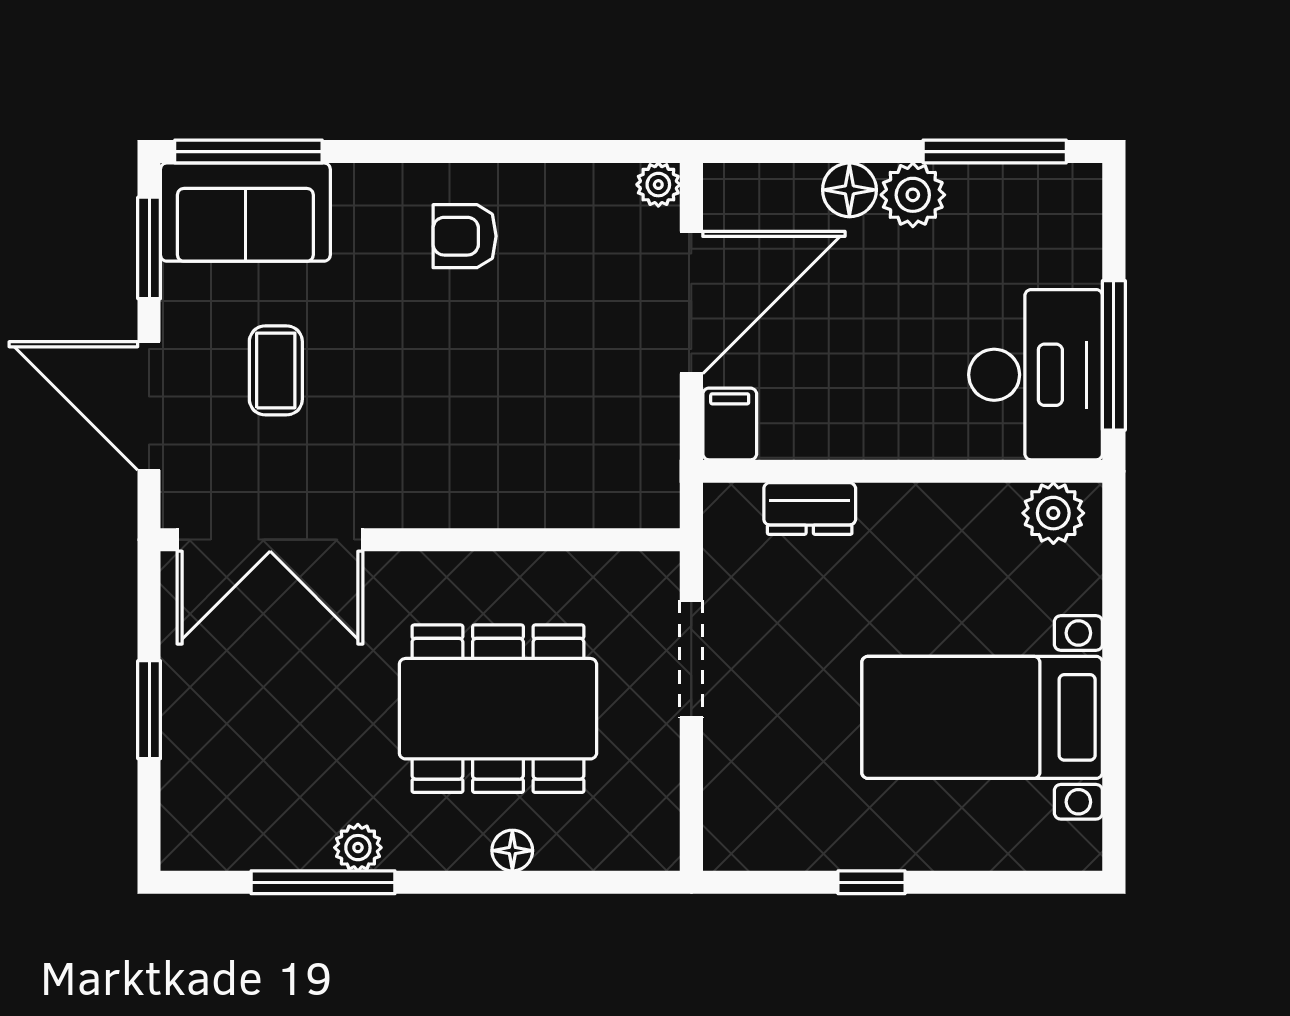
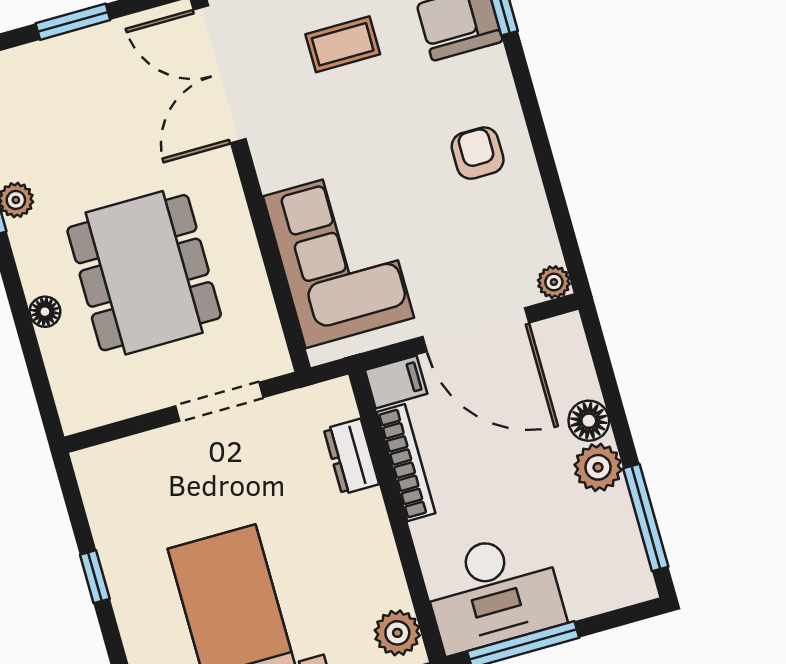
bookcase: (837, 440) -> (406, 463), added
corner sofa: (548, 453) -> (338, 257), added

